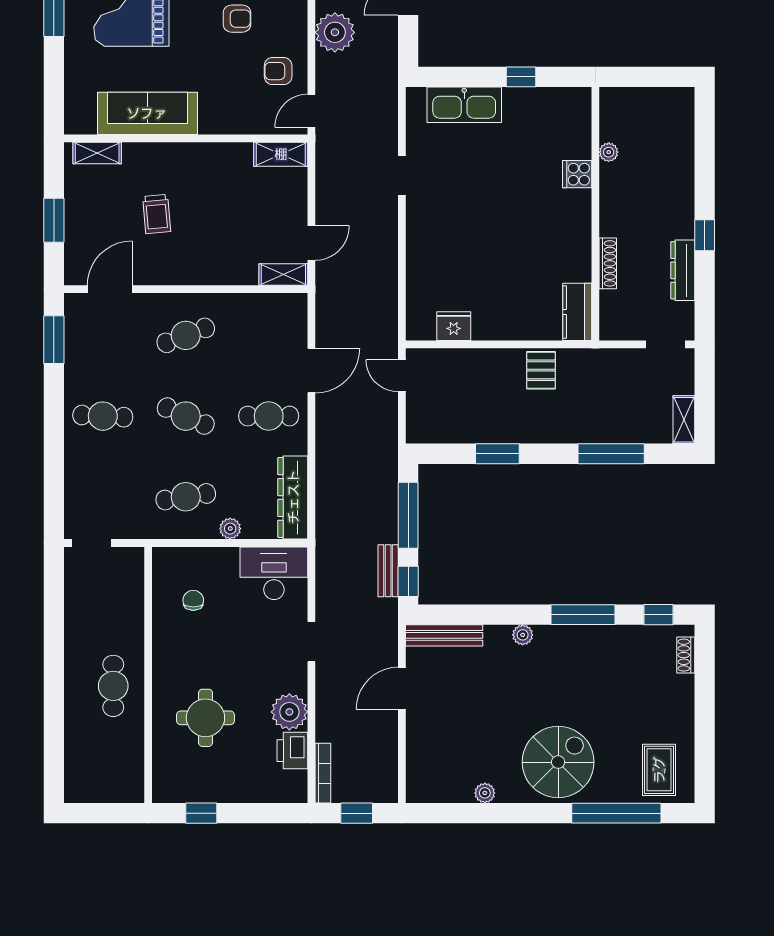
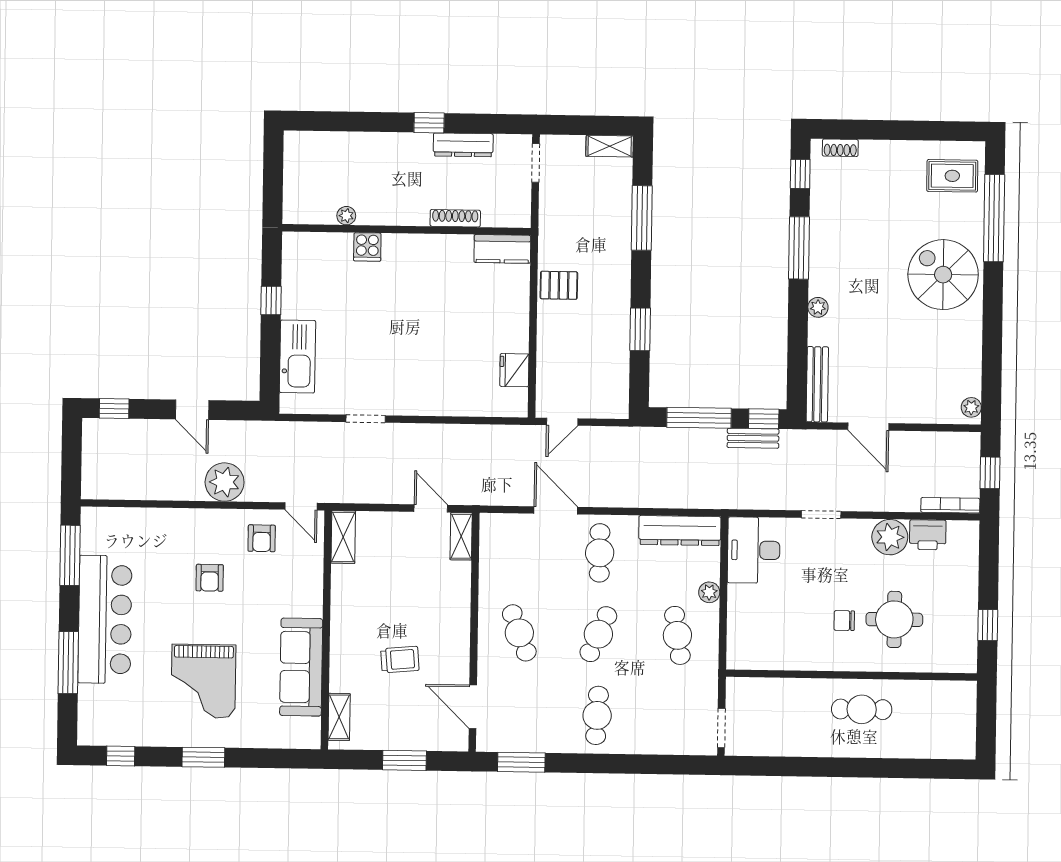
armchair: (237, 19) -> (210, 578), turned 180
chair: (193, 600) -> (844, 621), moved
plant: (485, 793) -> (971, 407), moved

